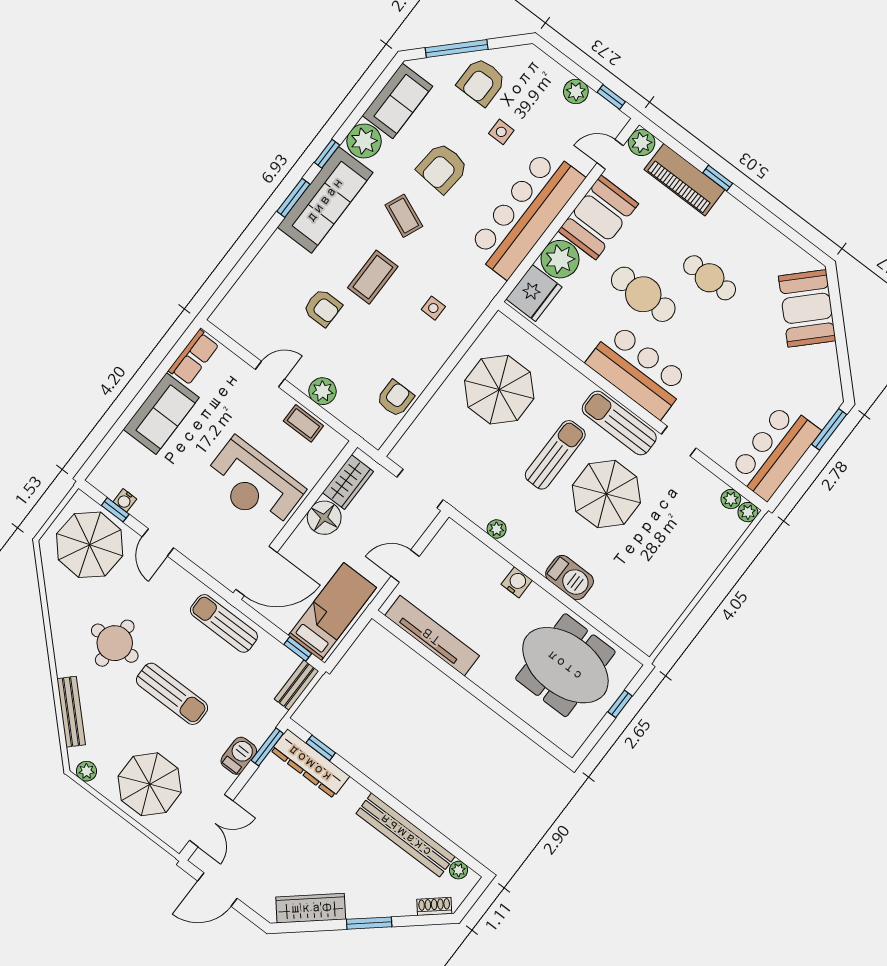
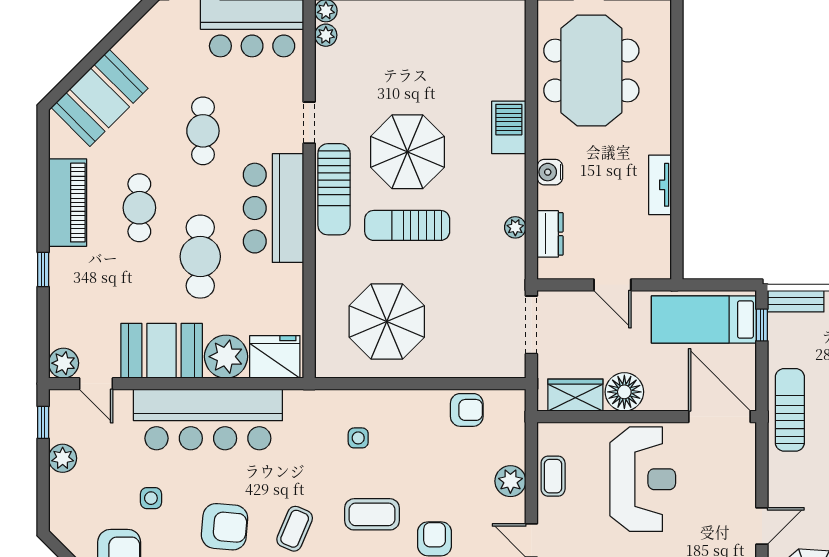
piano: (684, 180) -> (68, 203), moved
cafe table: (729, 363) -> (203, 131), added
armchair: (395, 398) -> (467, 410), turned 180
dresser: (474, 550) -> (550, 234), added
sun lounger: (224, 623) -> (790, 410), turned 180
tv unit: (432, 636) -> (660, 185), width x0.52, depth x0.78

